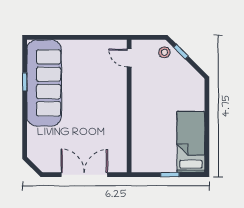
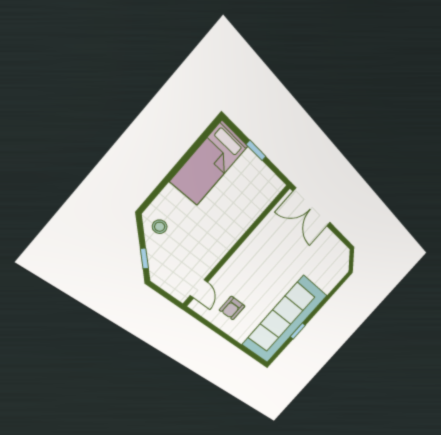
stool: (164, 52) -> (160, 227), moved
armchair: (94, 62) -> (232, 308), added
double door: (84, 175) -> (312, 207), moved

